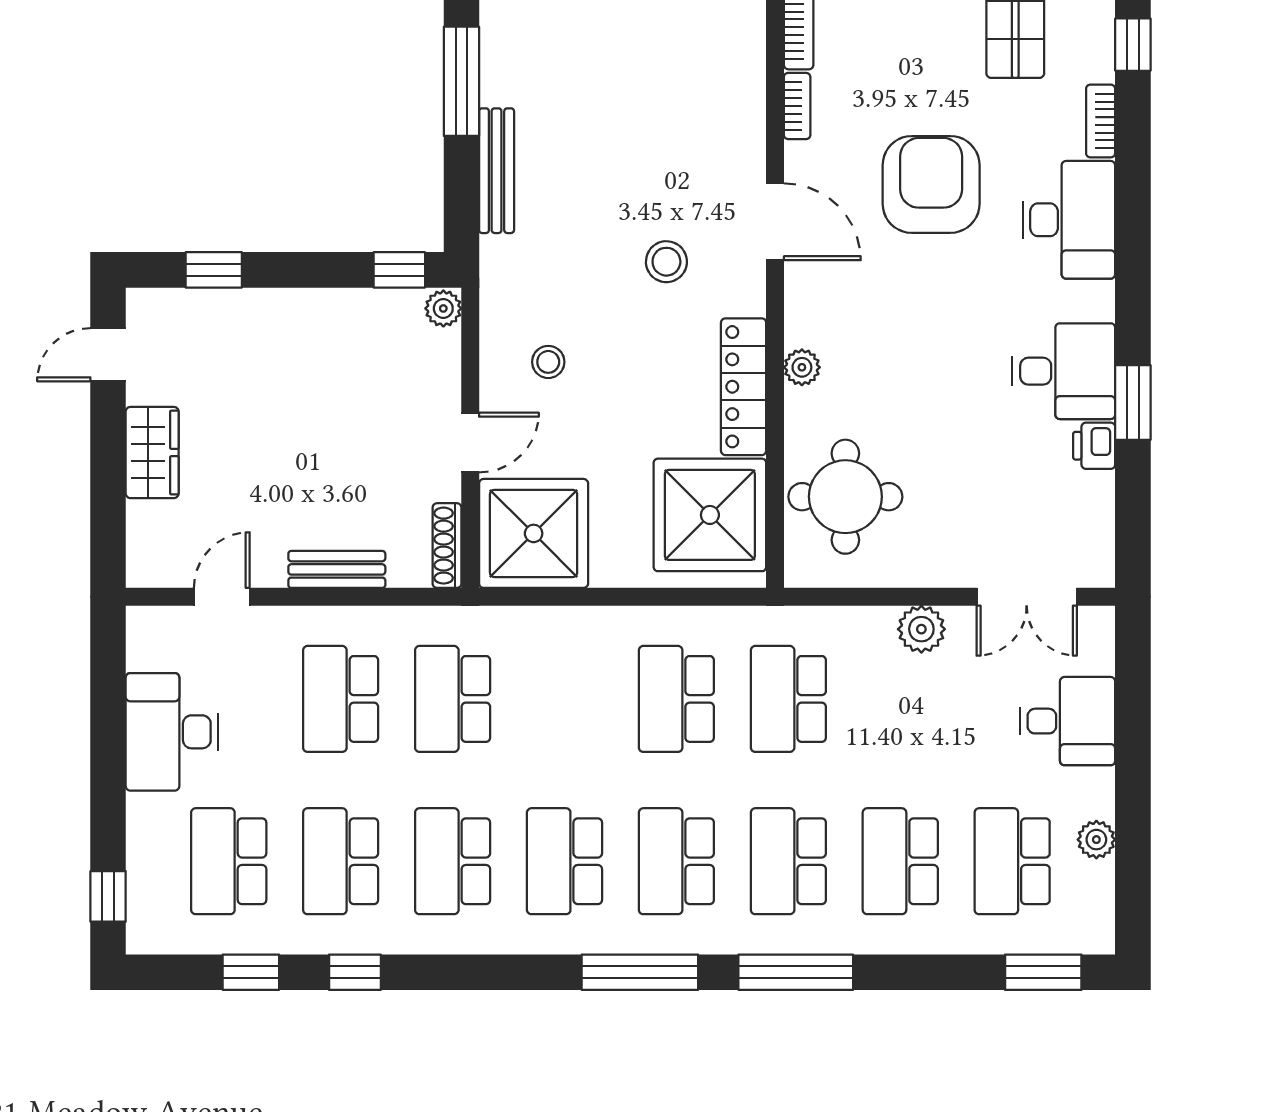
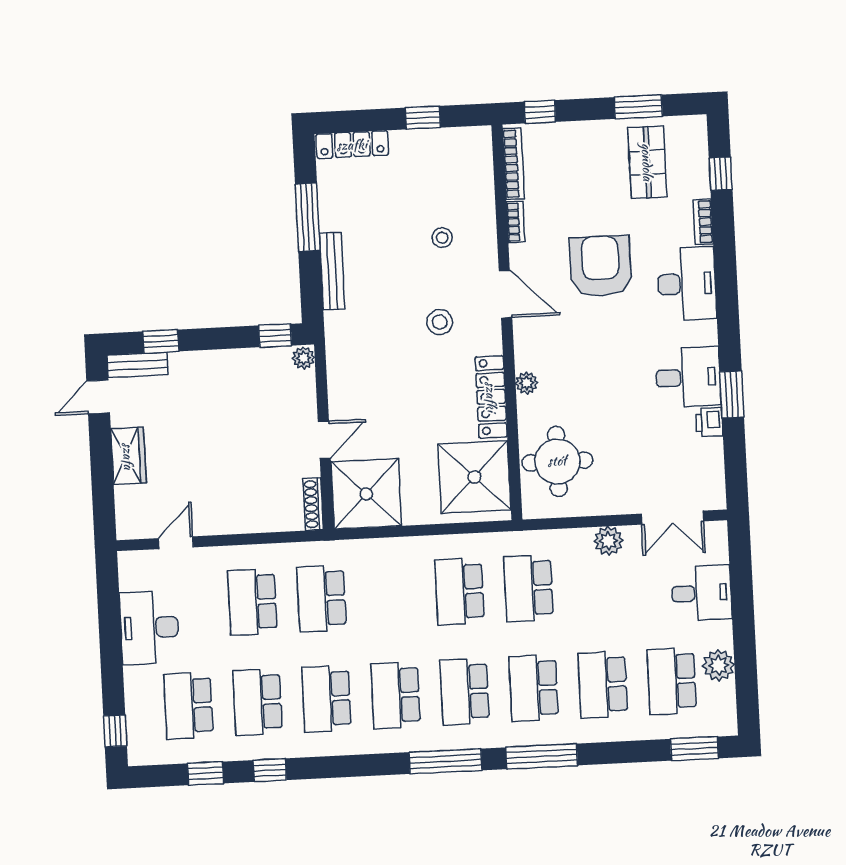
stool: (548, 362) -> (442, 238), moved
bench: (337, 569) -> (137, 365), moved
plant: (1096, 840) -> (719, 665), width x1.38, depth x1.38

